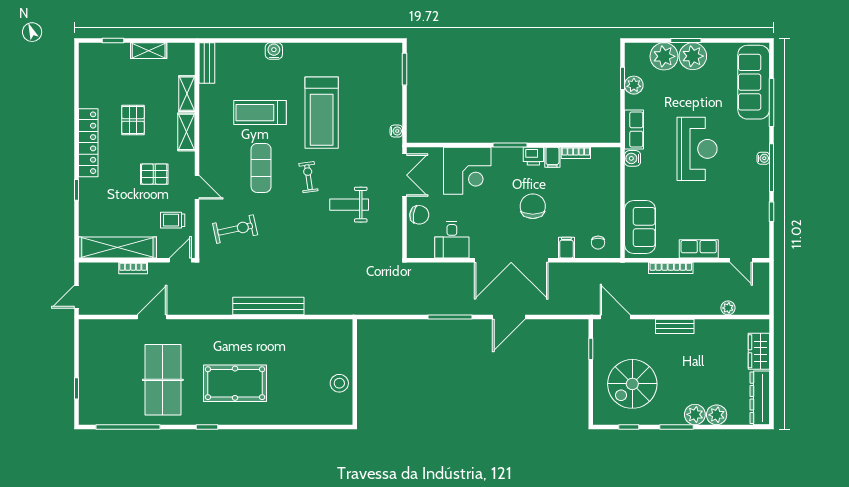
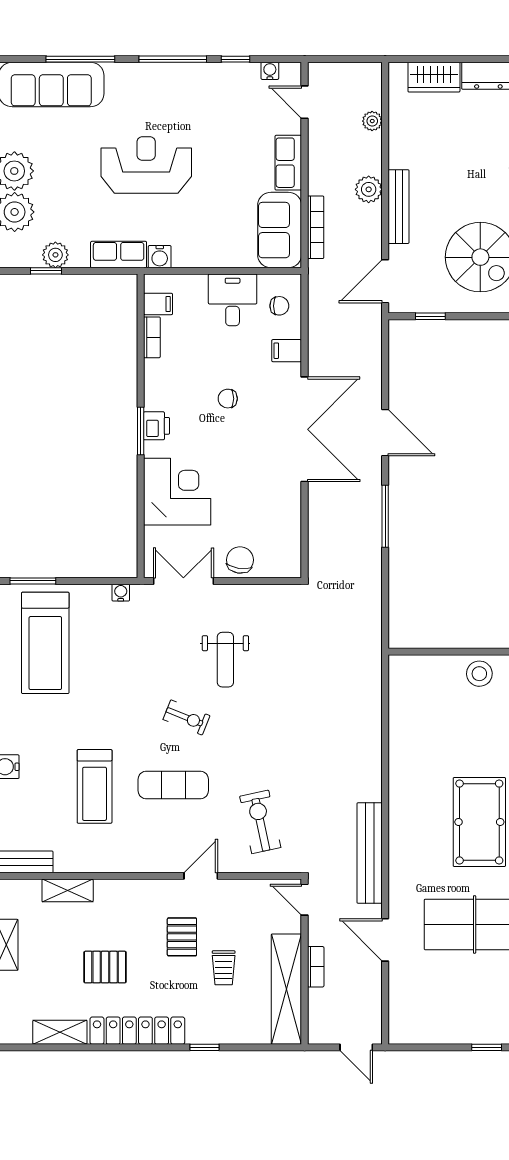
treadmill: (322, 113) -> (45, 643), moved, turned 90
shelving: (186, 132) -> (60, 1032), moved
printer: (533, 156) -> (157, 426), moved
filing cabinet: (552, 157) -> (158, 304), moved
water cooler: (763, 158) -> (270, 71), moved
exercise bike: (308, 177) -> (186, 718), turned -150
chair: (533, 206) -> (228, 399), width x0.54, depth x0.54
trolley: (173, 220) -> (224, 968), moved
sofa: (640, 227) -> (280, 230), moved, turned -90
desk: (452, 240) -> (233, 300), moved, turned -90
door: (741, 260) -> (305, 102), swing flipped
bookcase: (671, 268) -> (316, 227), moved
plant: (680, 305) -> (369, 189), added
bench: (268, 306) -> (370, 853), moved
bench: (675, 326) -> (399, 207), width x1.36

